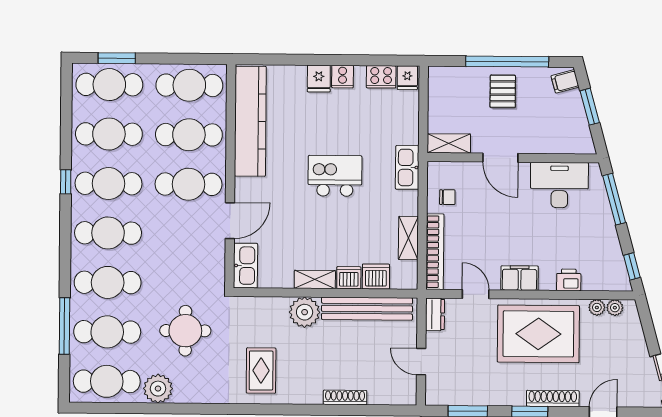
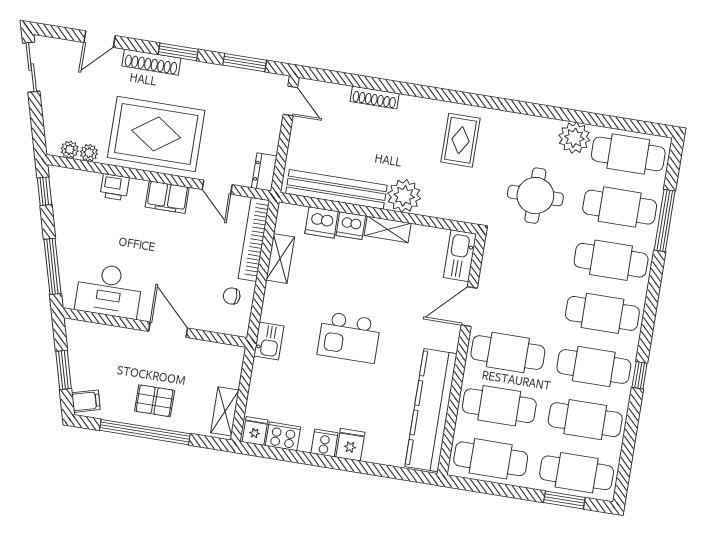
pallet: (503, 91) -> (155, 401), turned 90
shelving: (449, 143) -> (225, 411), moved, turned 90
kitchen sink: (407, 167) -> (269, 341), width x0.73
door: (421, 362) -> (290, 101), moved

